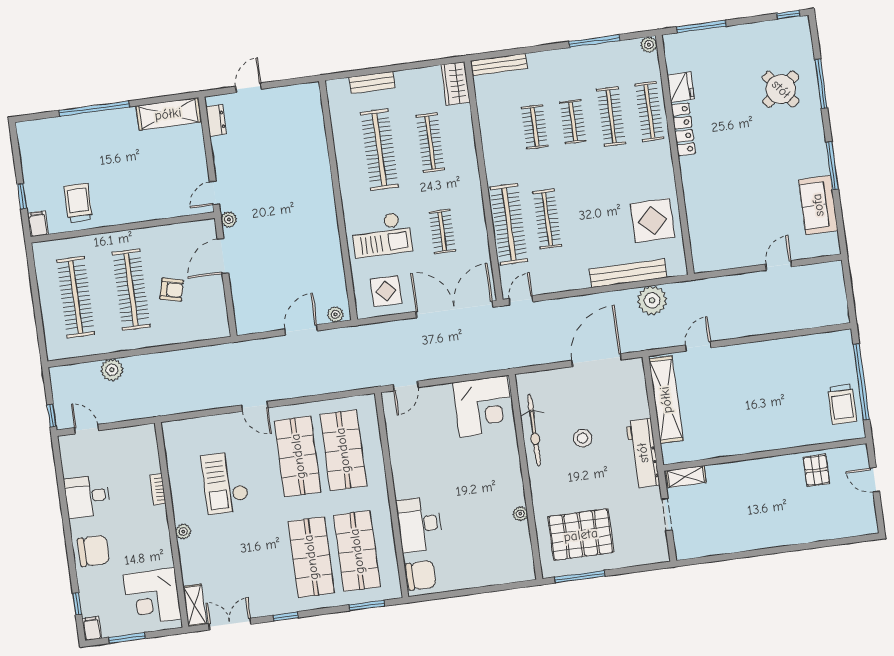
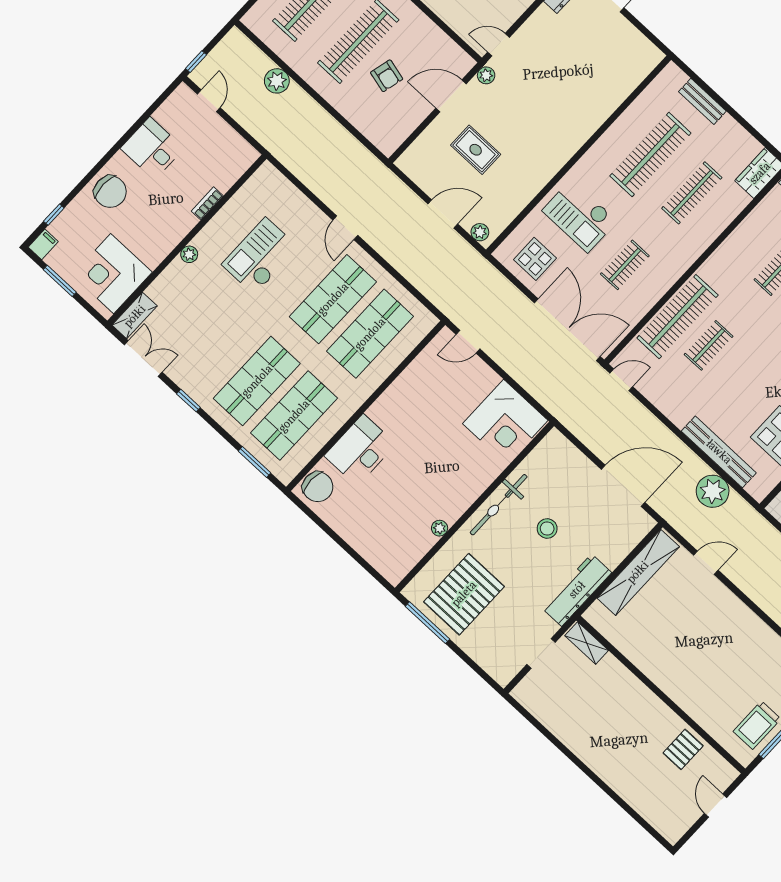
clothes rail: (547, 219) -> (709, 345), width x0.73
rug: (275, 270) -> (476, 150), added
bicycle: (534, 430) -> (499, 505), moved
pallet: (581, 535) -> (464, 594), turned 90

